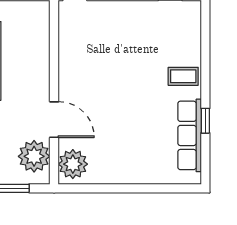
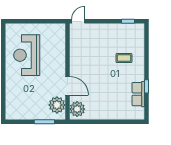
coffee table: (183, 76) -> (124, 58), moved
row of seats: (190, 135) -> (138, 94), width x0.68

